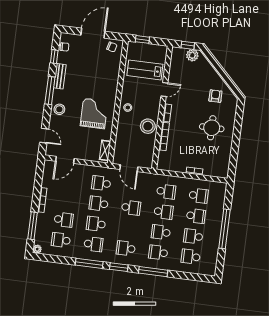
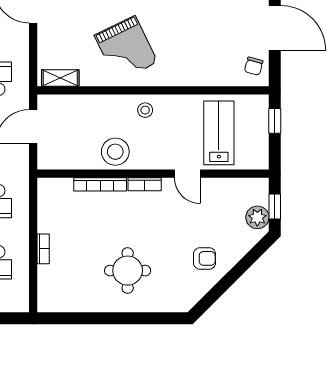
armchair: (215, 96) -> (205, 258), moved
grand piano: (94, 113) -> (126, 49), turned 64

